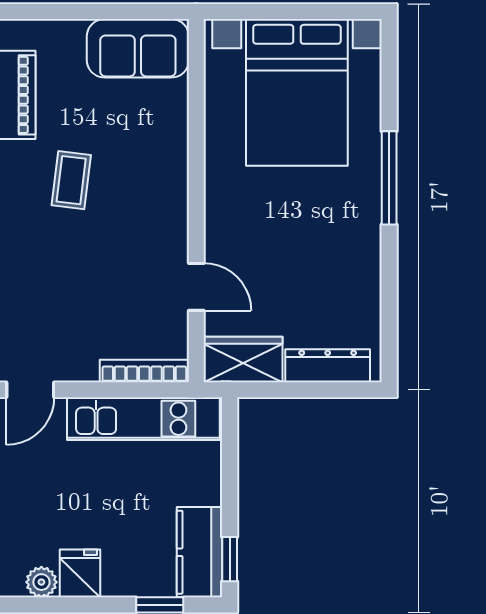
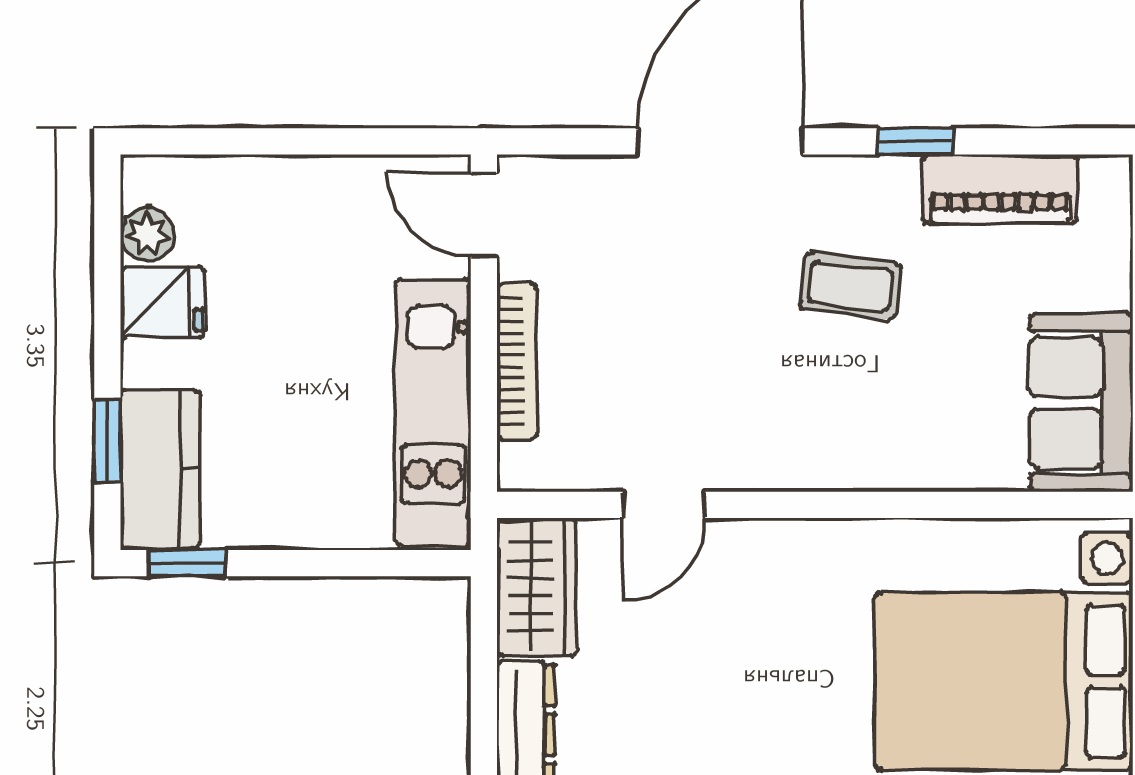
bookcase: (144, 371) -> (517, 361), moved
kitchen counter: (200, 552) -> (160, 469), moved, turned 90

